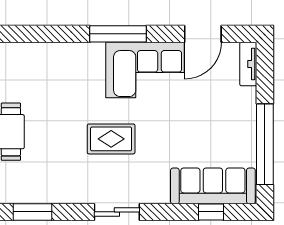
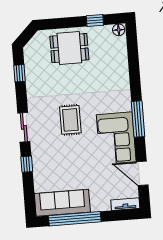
sofa: (213, 186) -> (62, 203), moved, turned -90
window: (33, 212) -> (20, 73), width x0.67
window: (211, 212) -> (27, 164), moved

